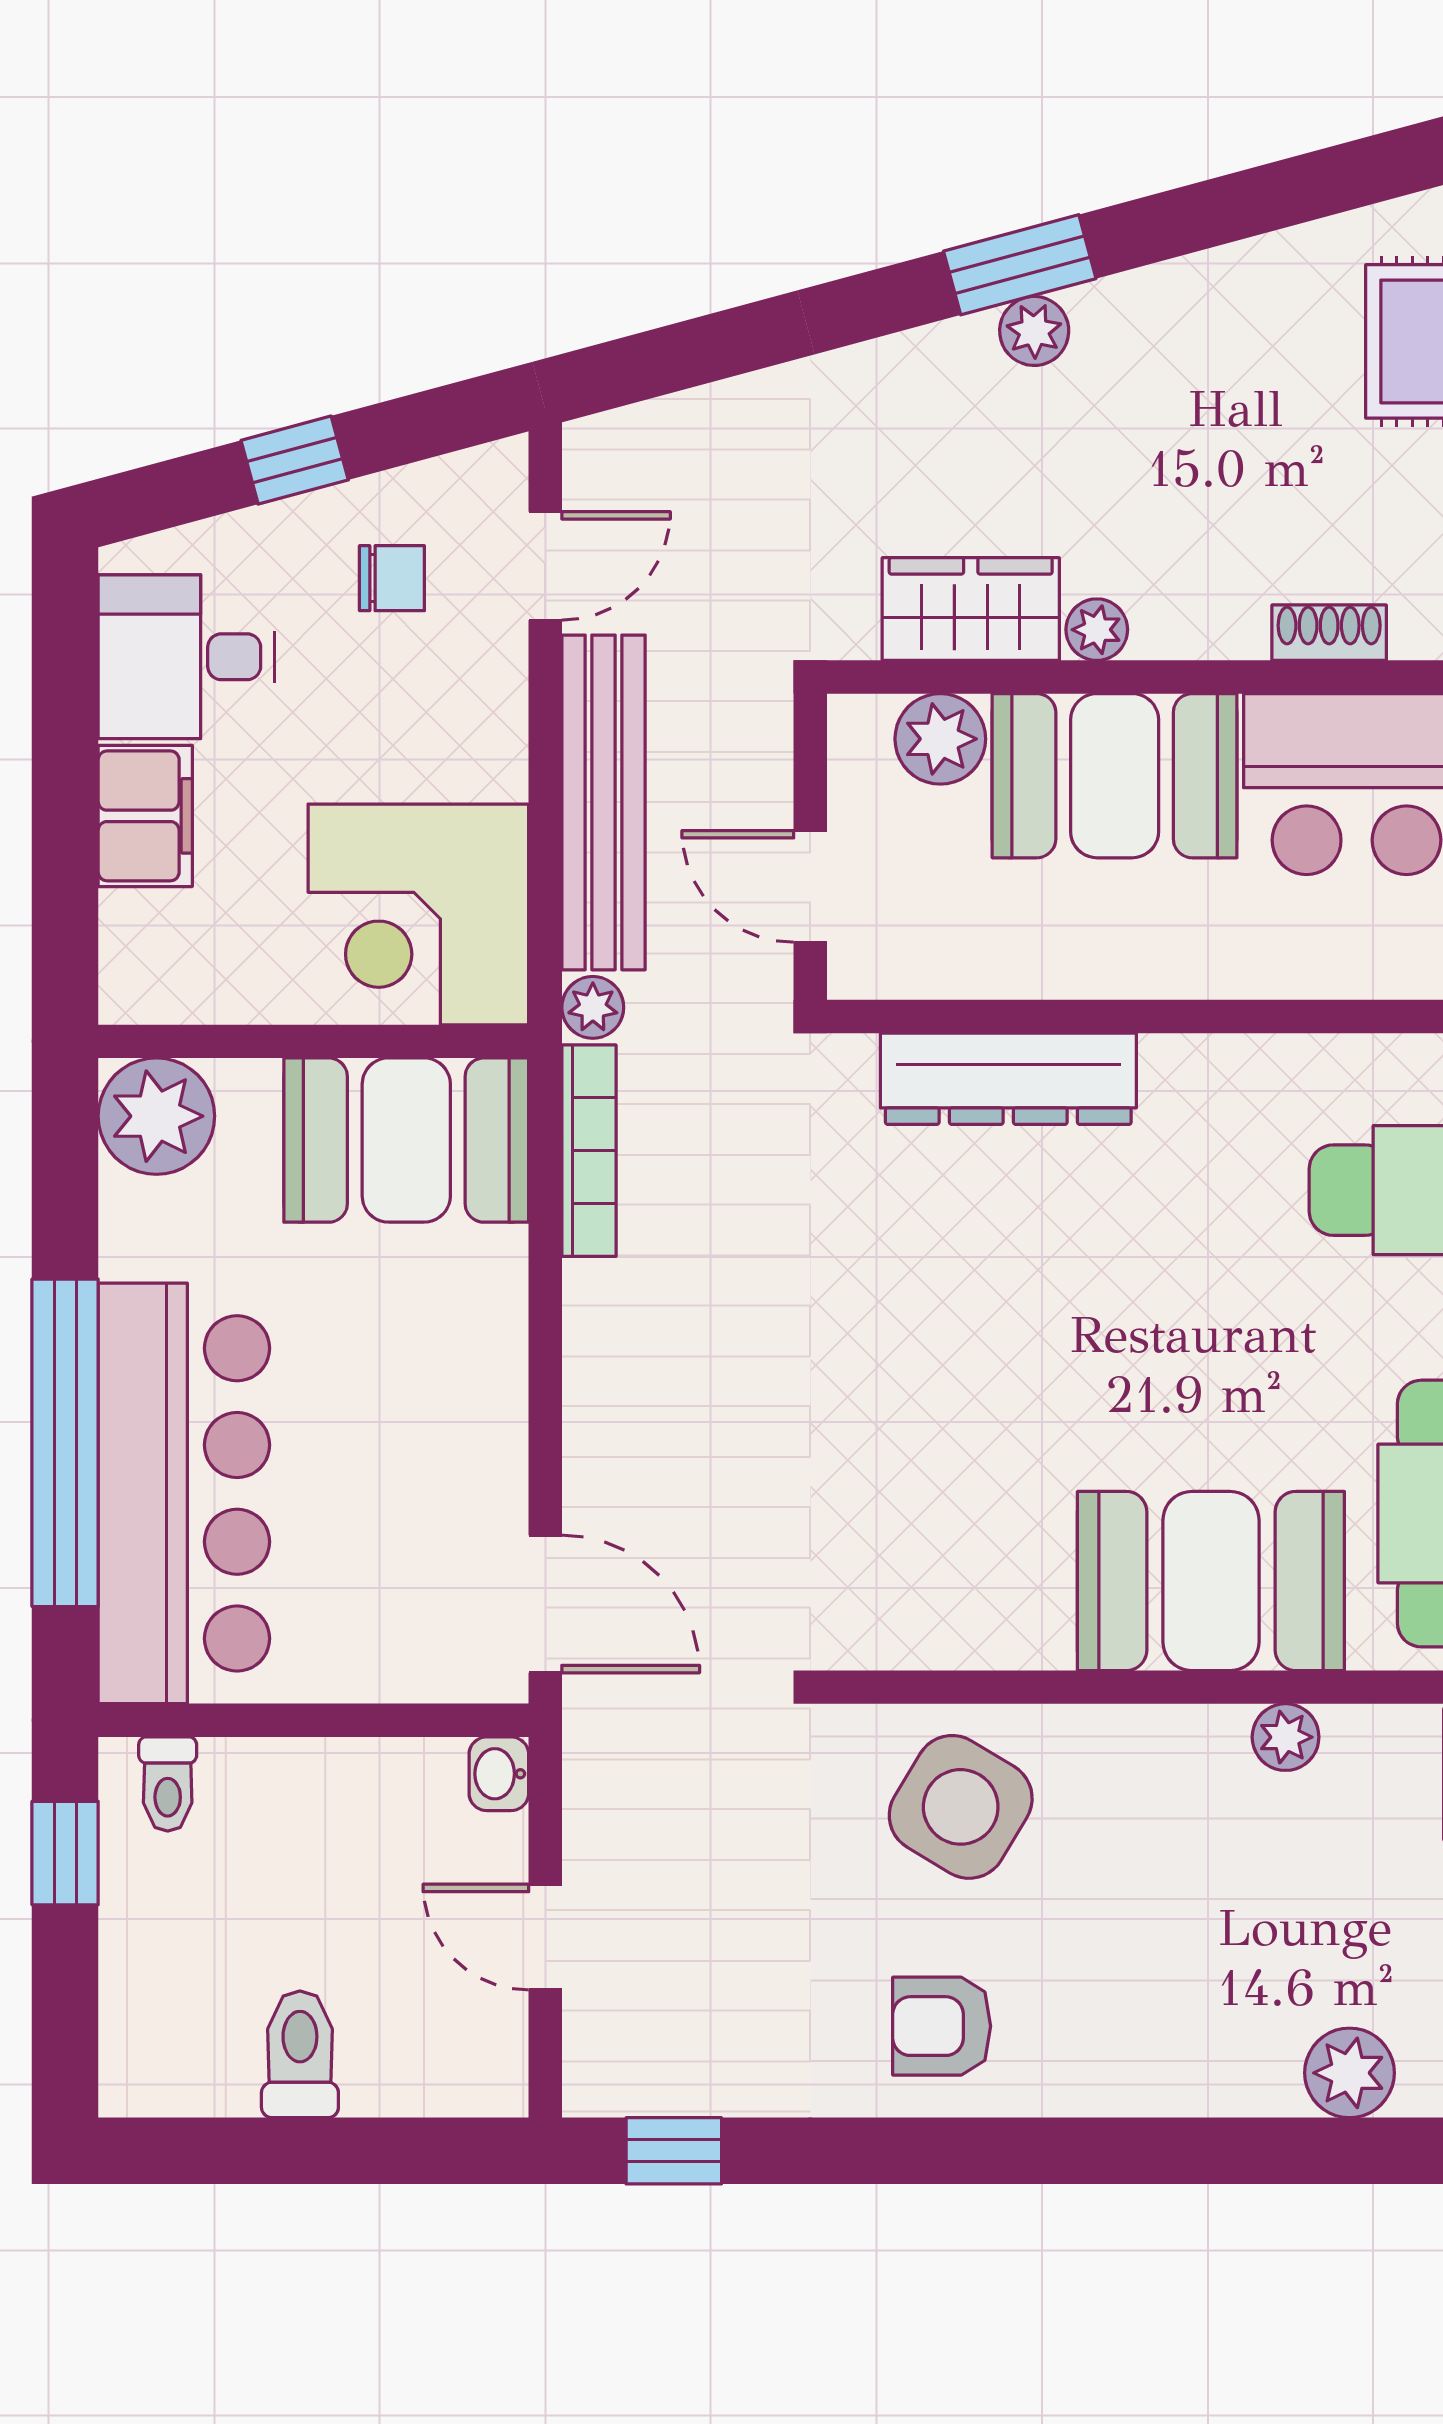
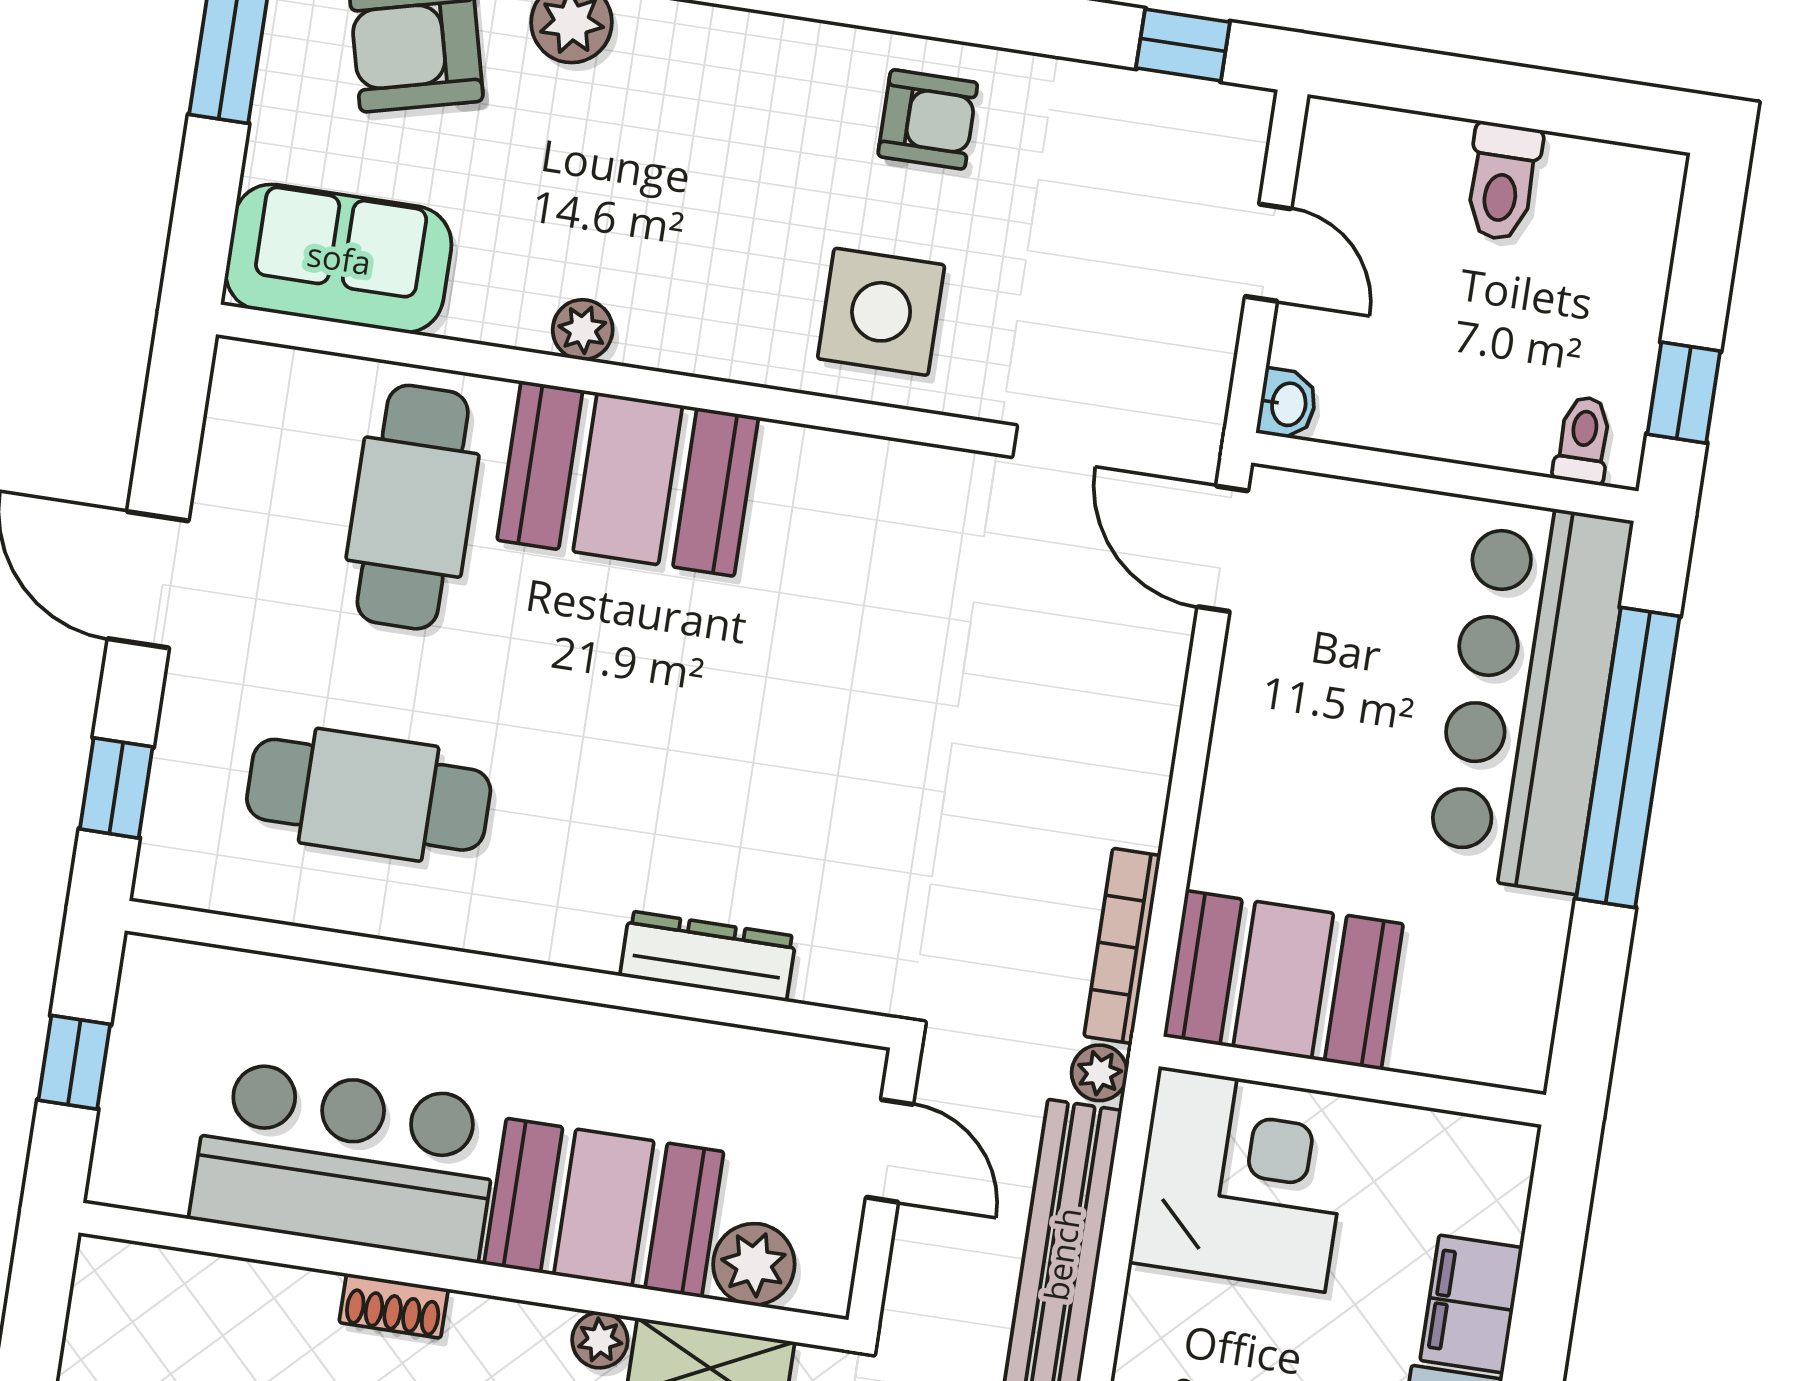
dresser: (1008, 1079) -> (708, 956), width x0.73, depth x0.80
plant: (156, 1116) -> (1502, 1035), removed
side table: (961, 1807) -> (881, 312), turned -31

